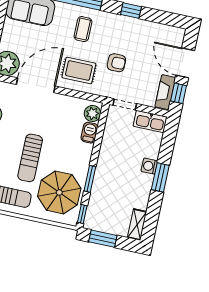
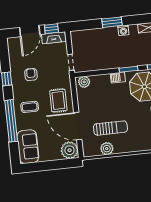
armchair: (116, 63) -> (31, 75), moved
kitchen sink: (150, 122) -> (77, 41), removed
barbecue: (89, 133) -> (118, 78), moved
sun lounger: (30, 158) -> (110, 128), moved
washing machine: (149, 166) -> (123, 30), moved

